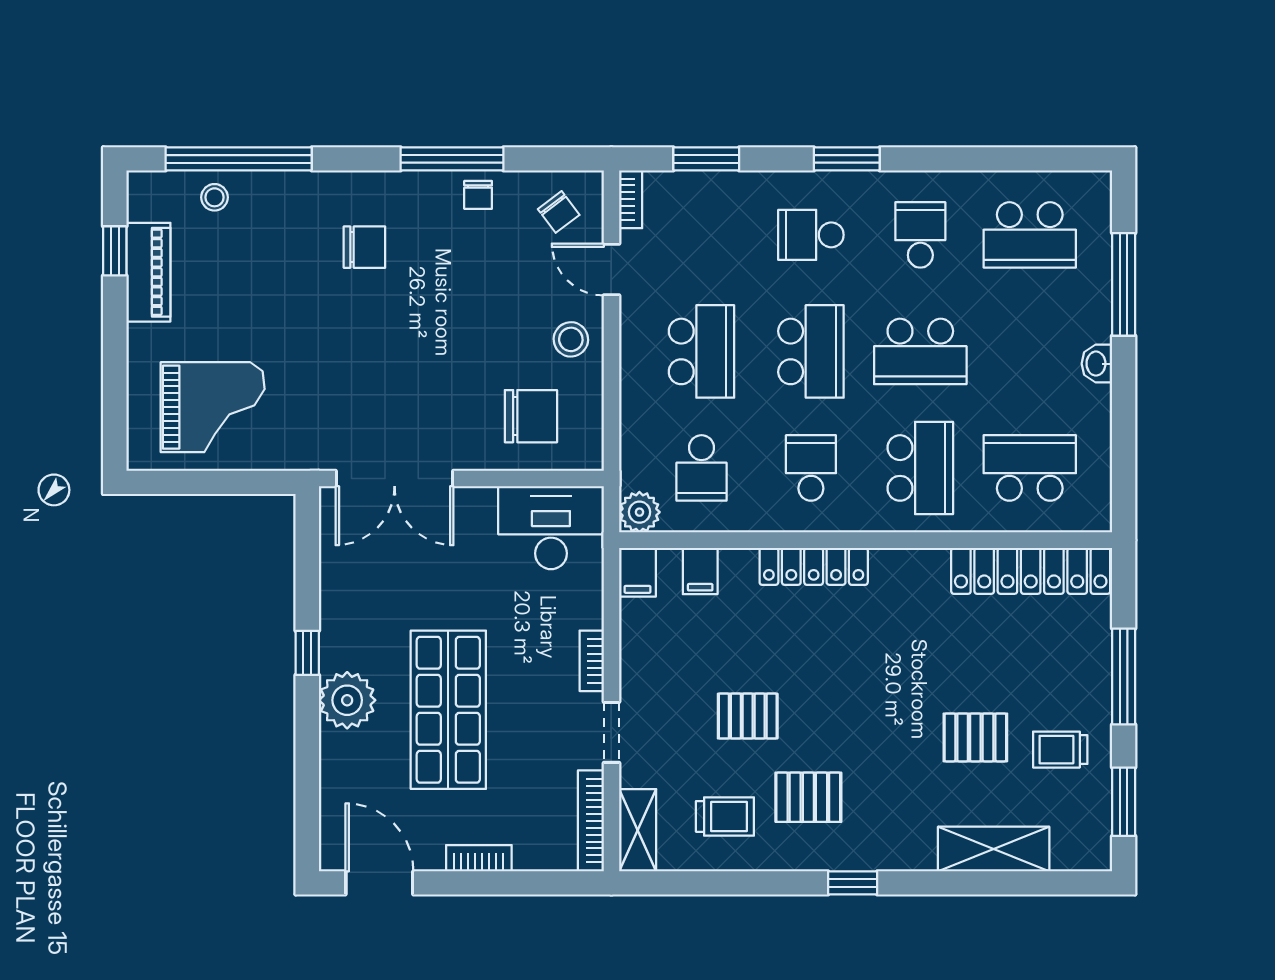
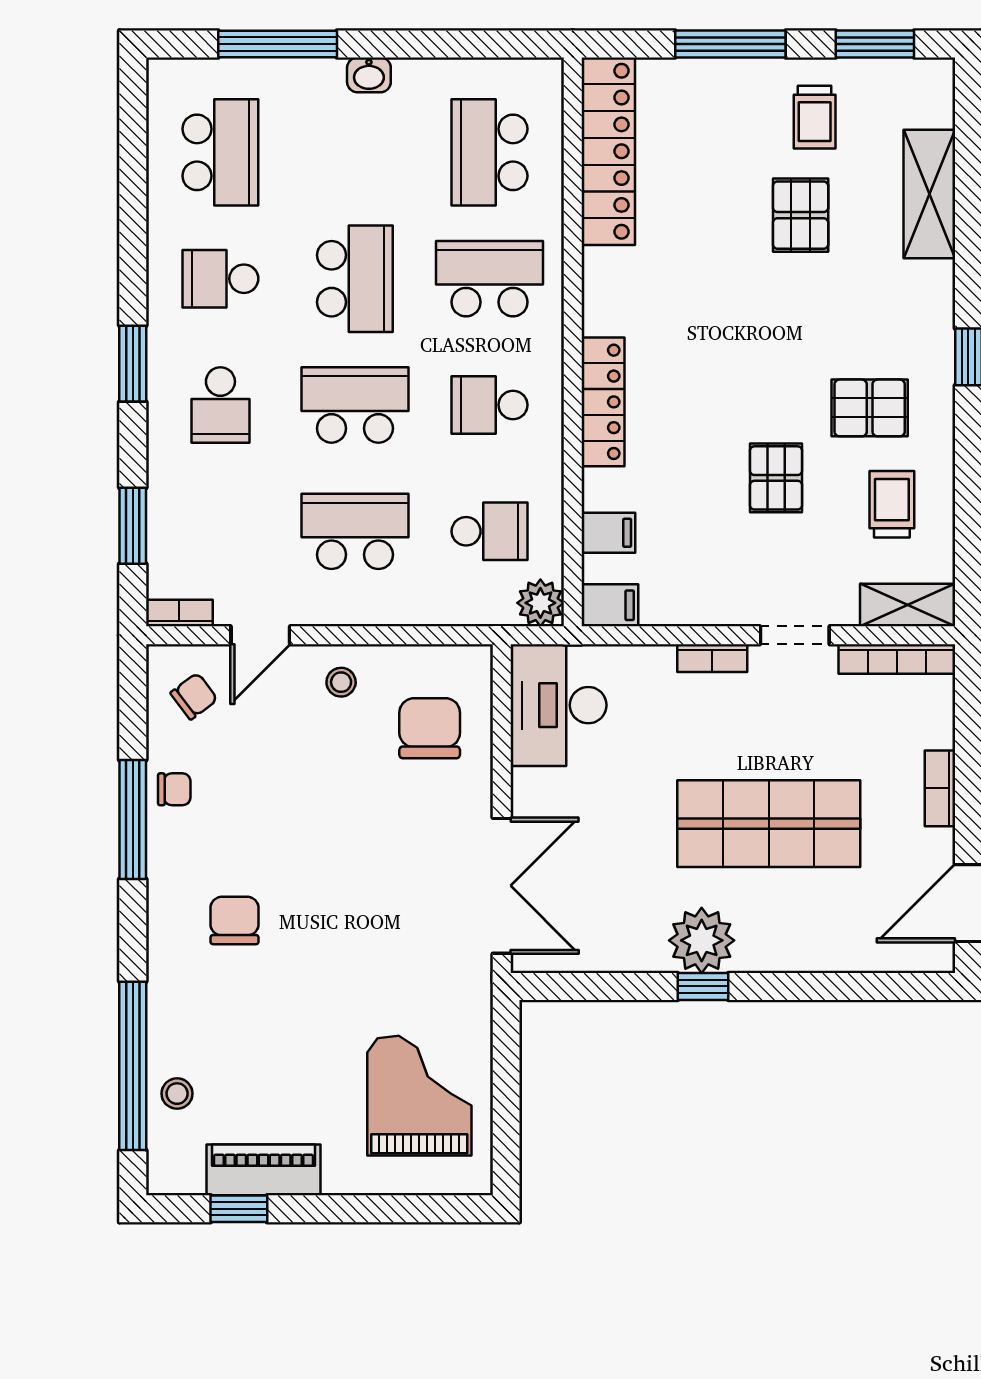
stool: (571, 339) -> (341, 682), width x0.73, depth x0.73
plant: (347, 700) -> (702, 940), moved
pallet: (808, 797) -> (870, 408), turned 90

